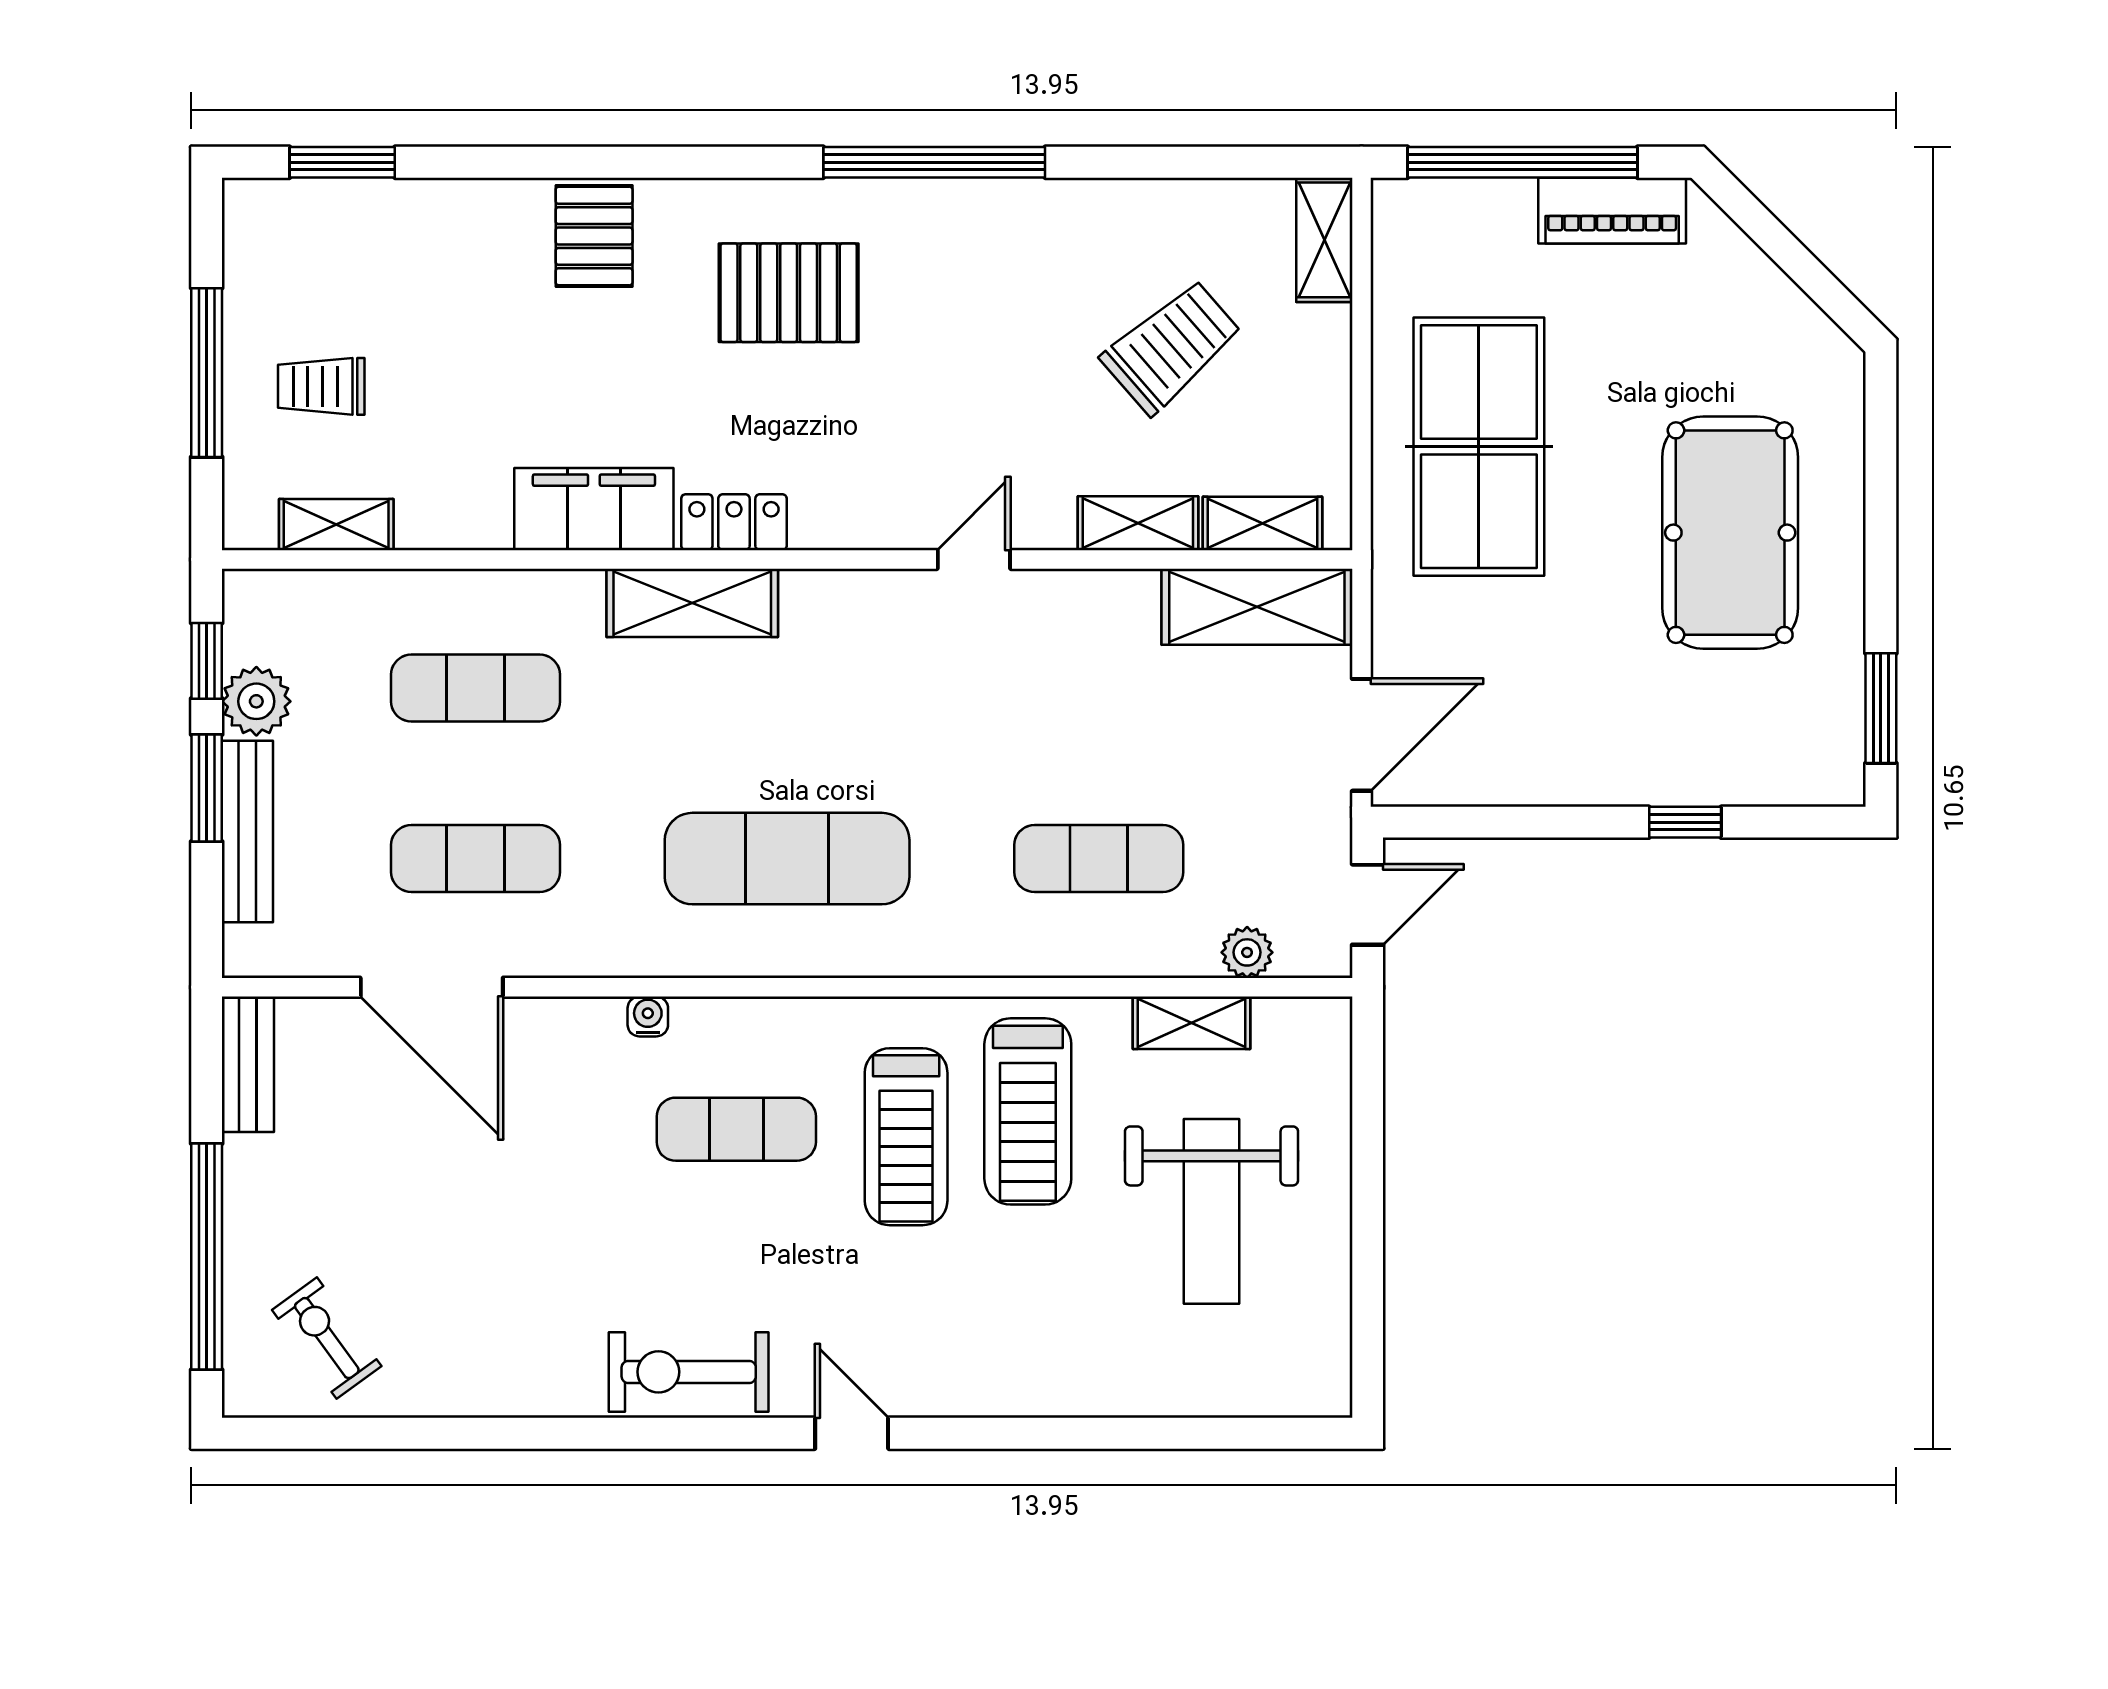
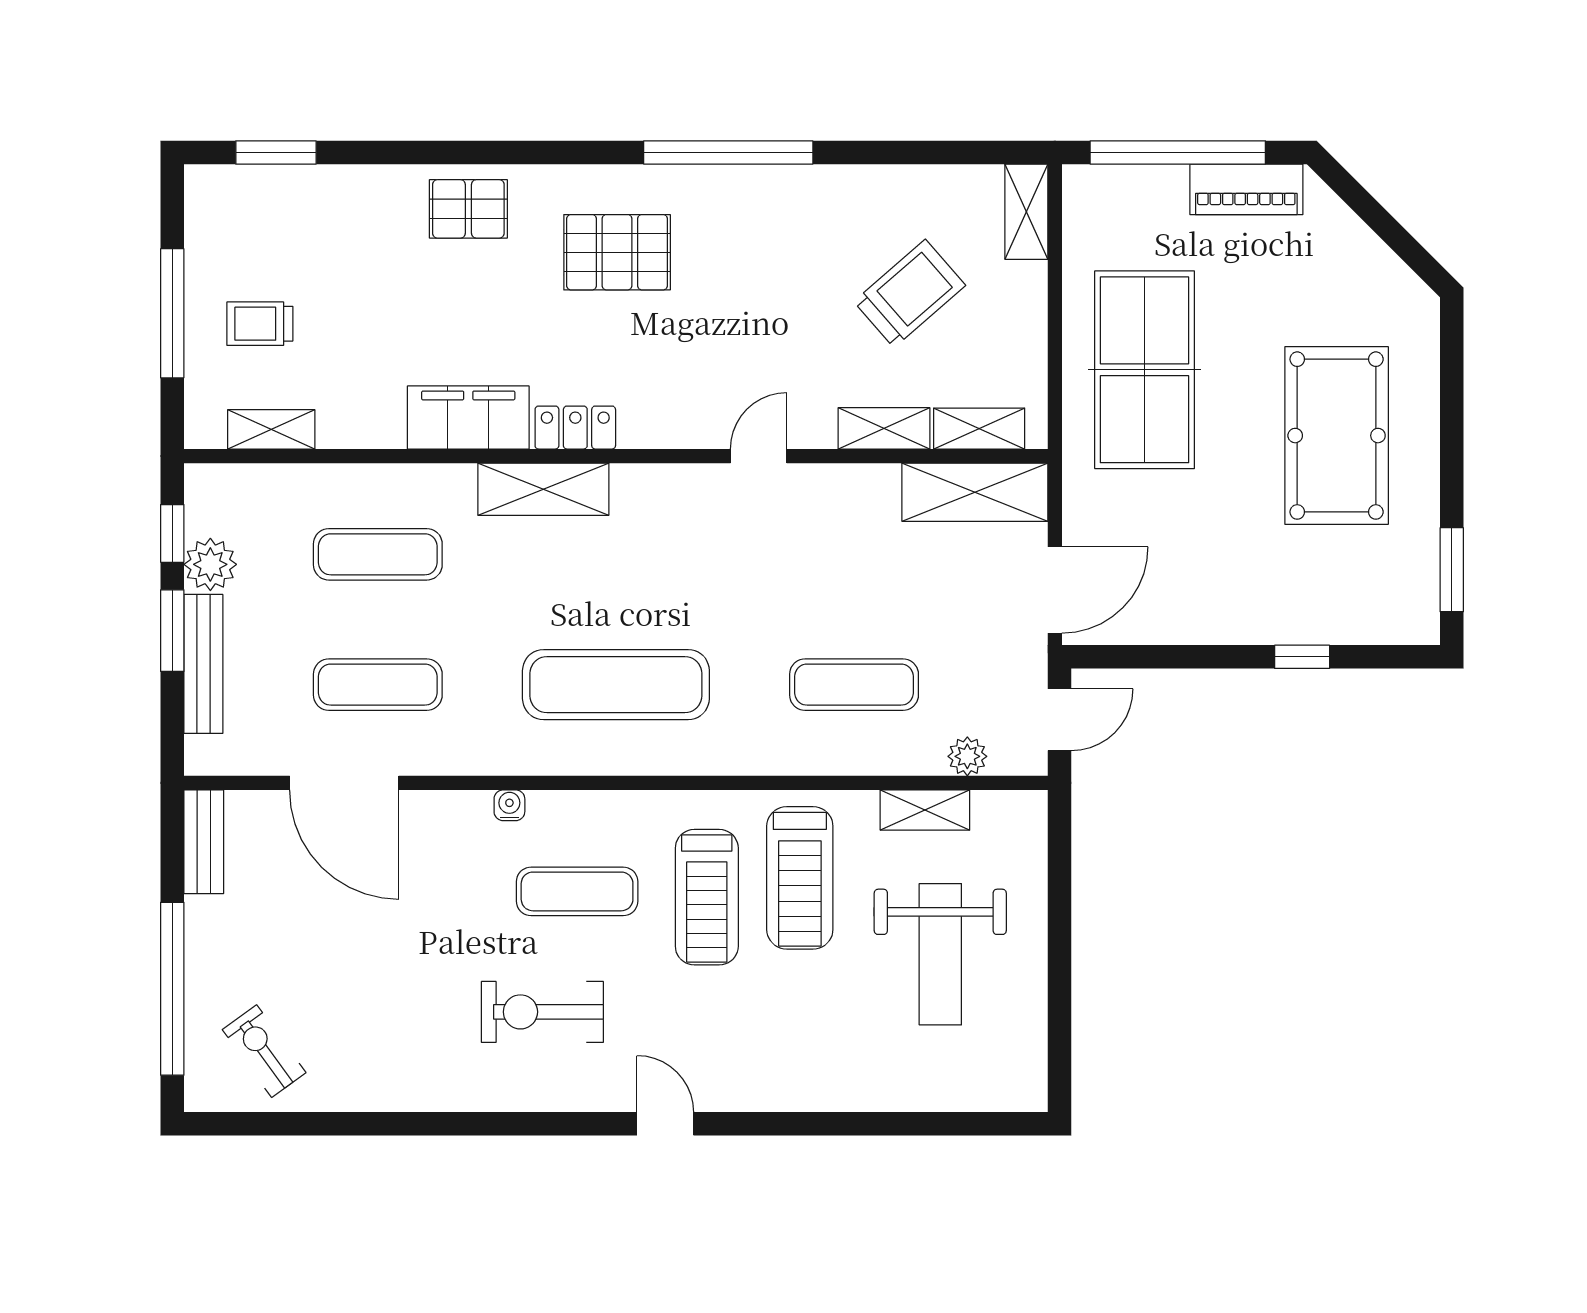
pallet: (594, 236) -> (468, 209), turned 90
exercise bike: (689, 1372) -> (542, 1012), moved

